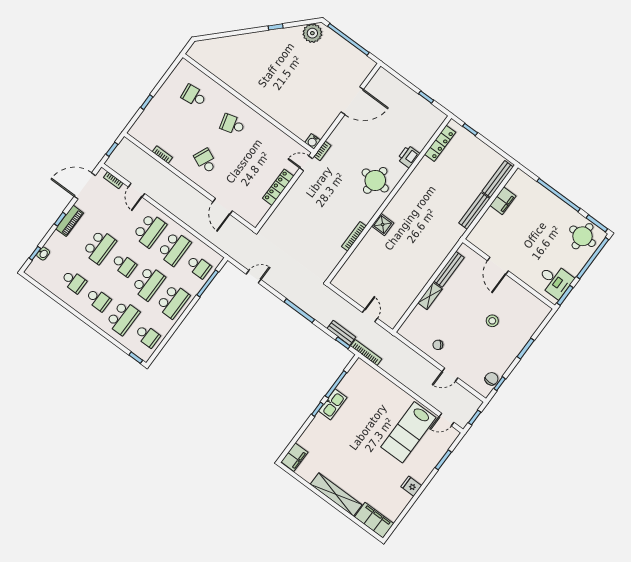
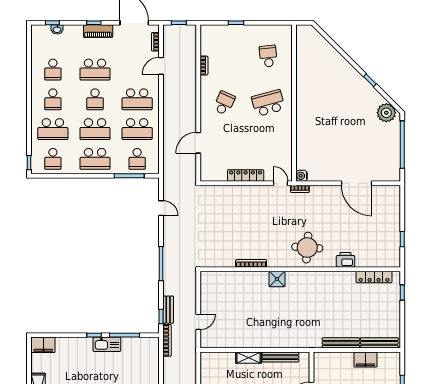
school desk: (232, 125) -> (268, 103), width x1.85

